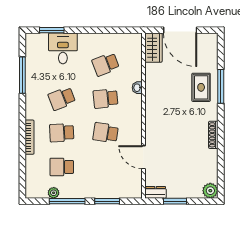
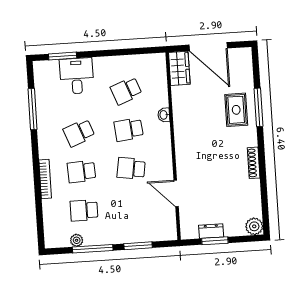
dresser: (156, 192) -> (211, 231), moved

